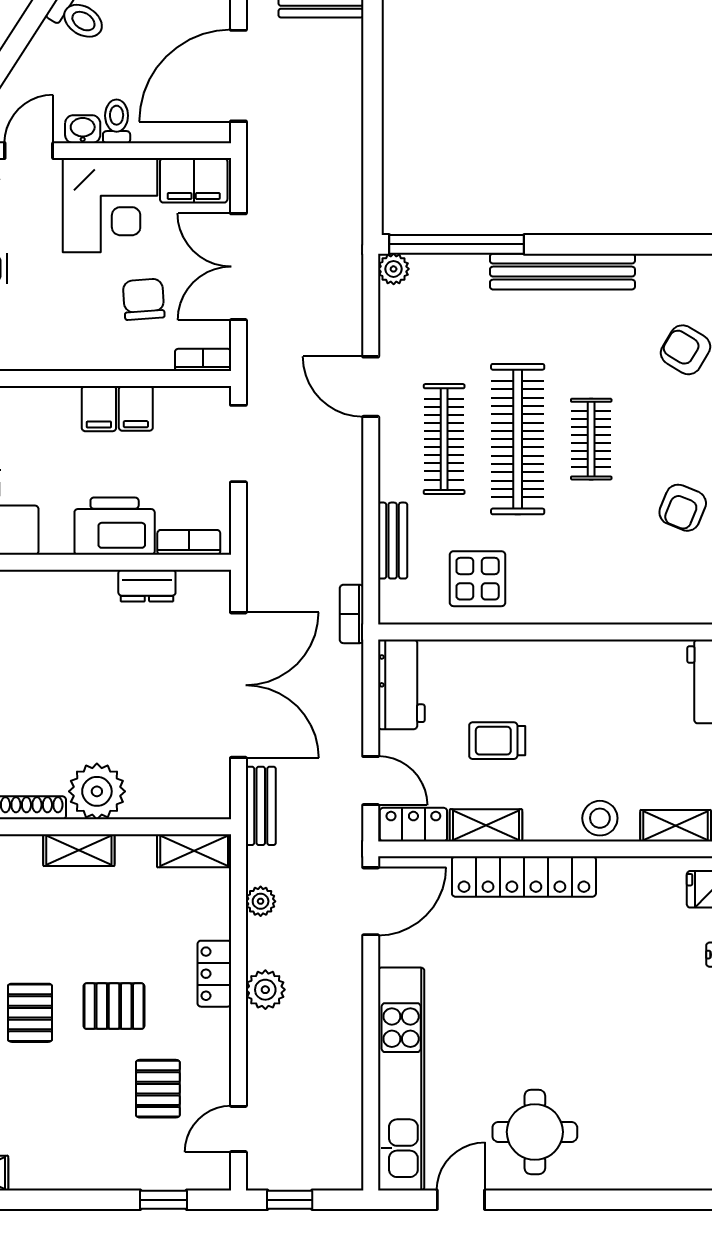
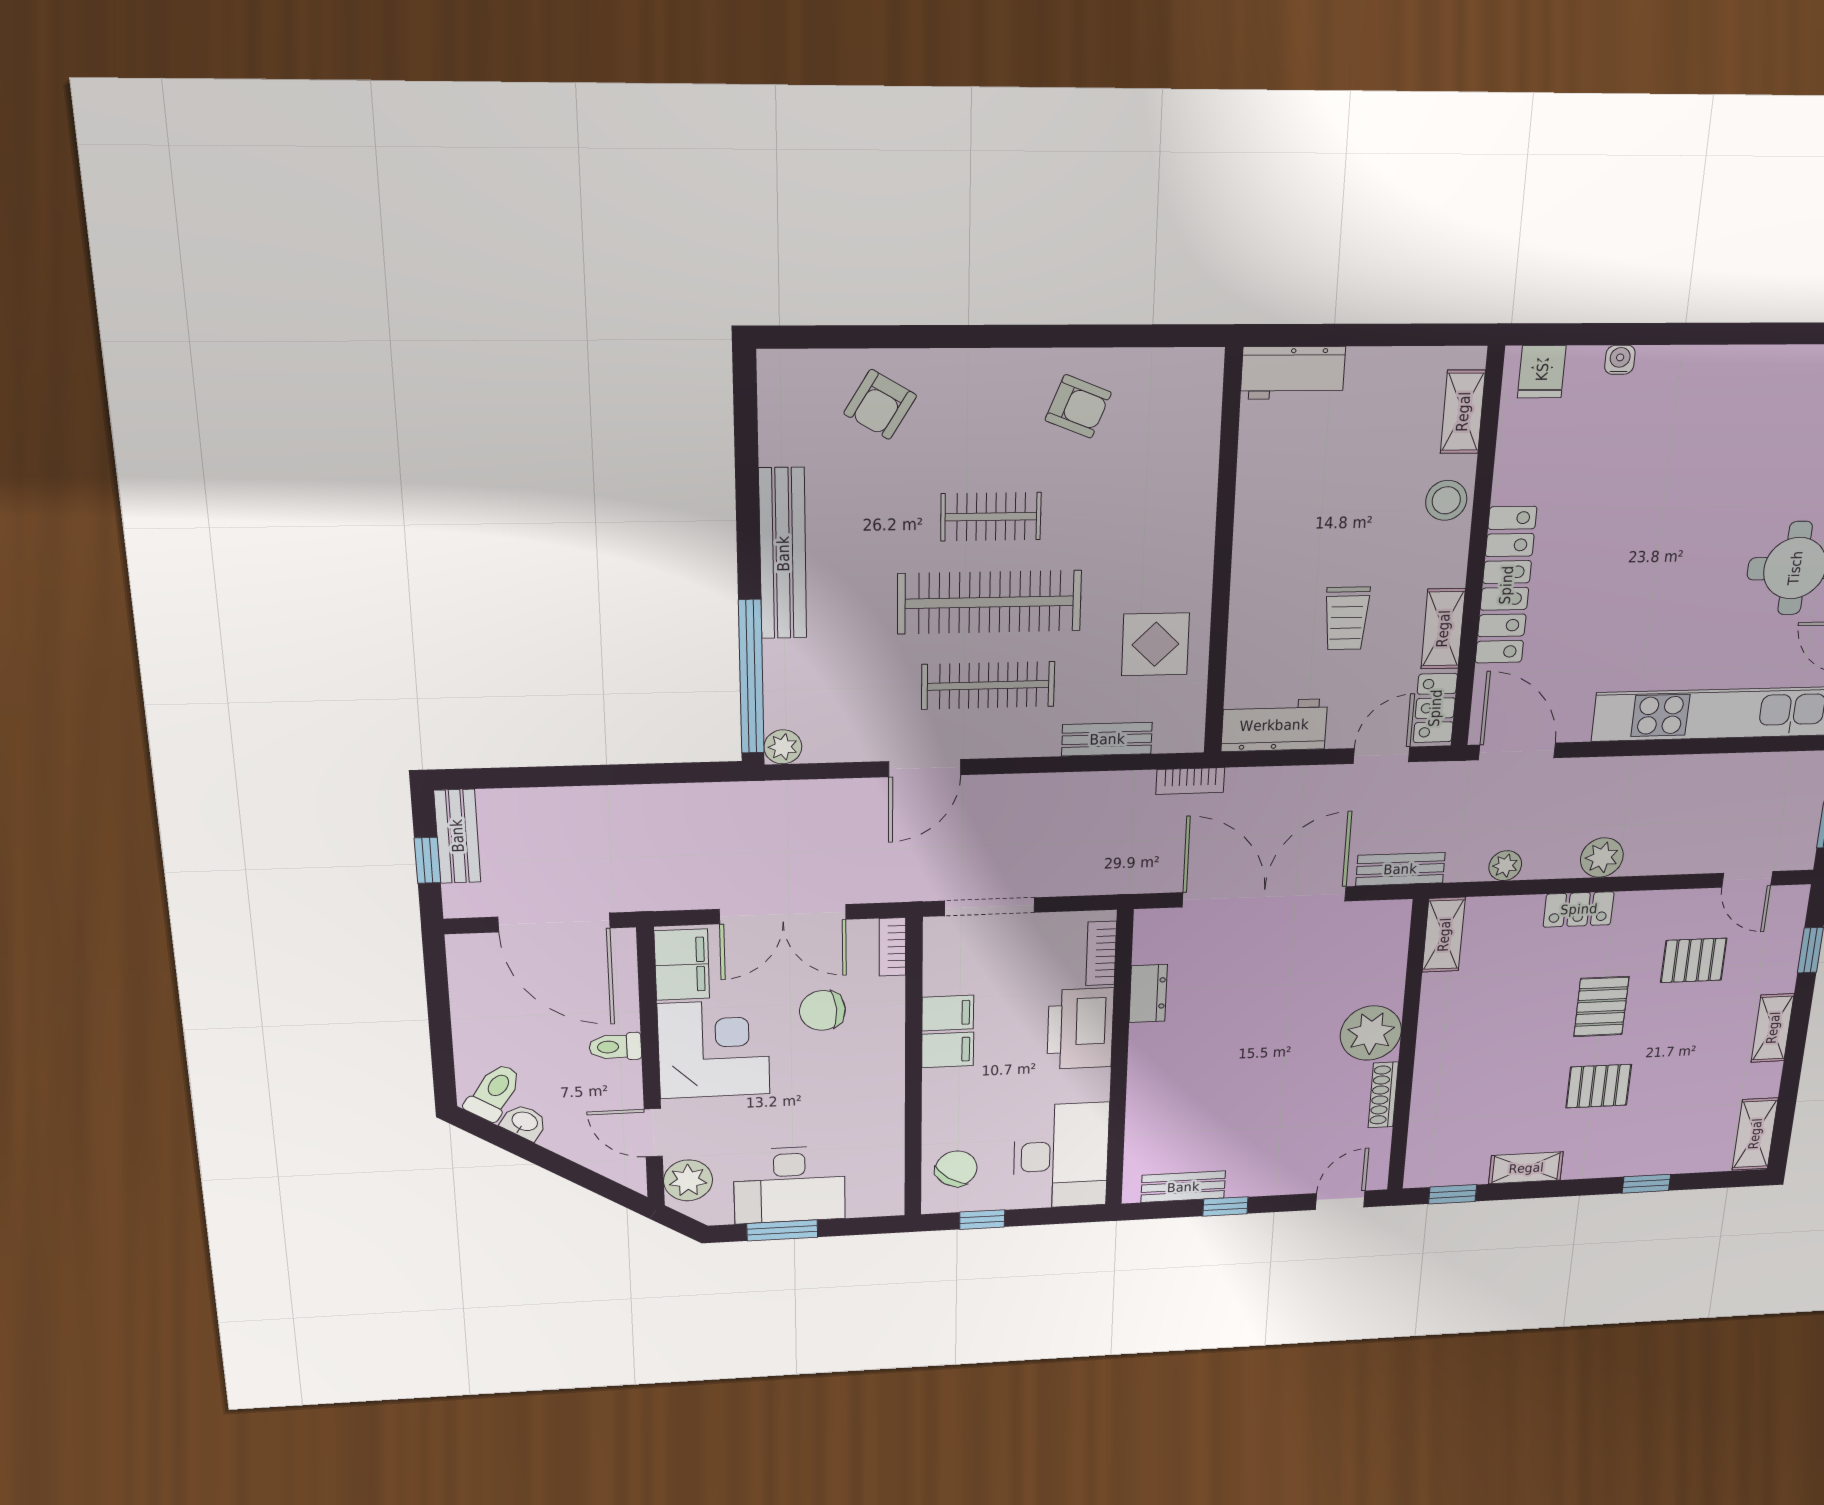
washbasin: (83, 129) -> (524, 1122), moved, turned 123
shelving: (79, 850) -> (1773, 1028), moved

